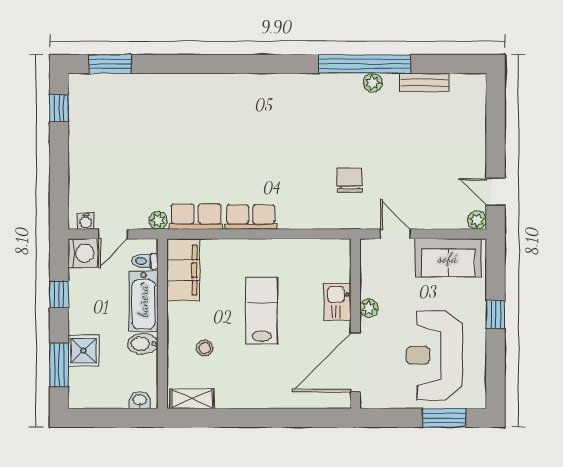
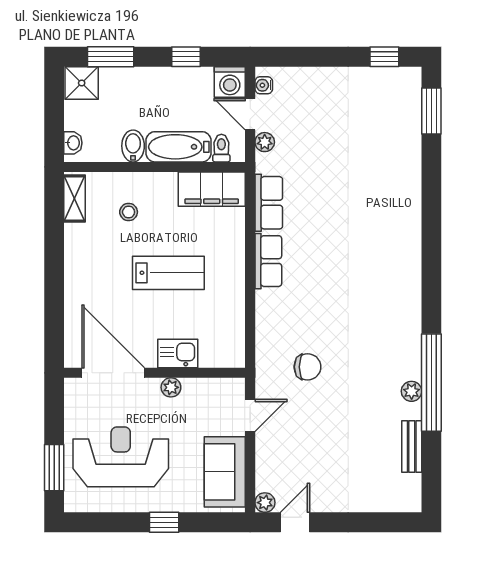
plant: (158, 220) -> (265, 142), moved
shower: (84, 351) -> (82, 83), moved

